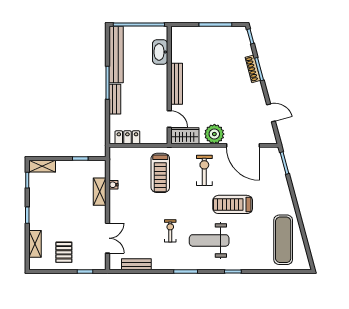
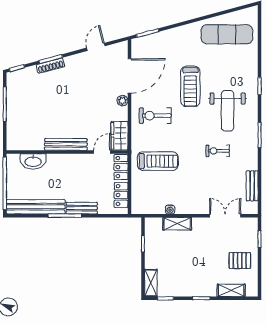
plant: (214, 134) -> (122, 101), width x0.53, depth x0.53
locker: (155, 137) -> (121, 167), added

